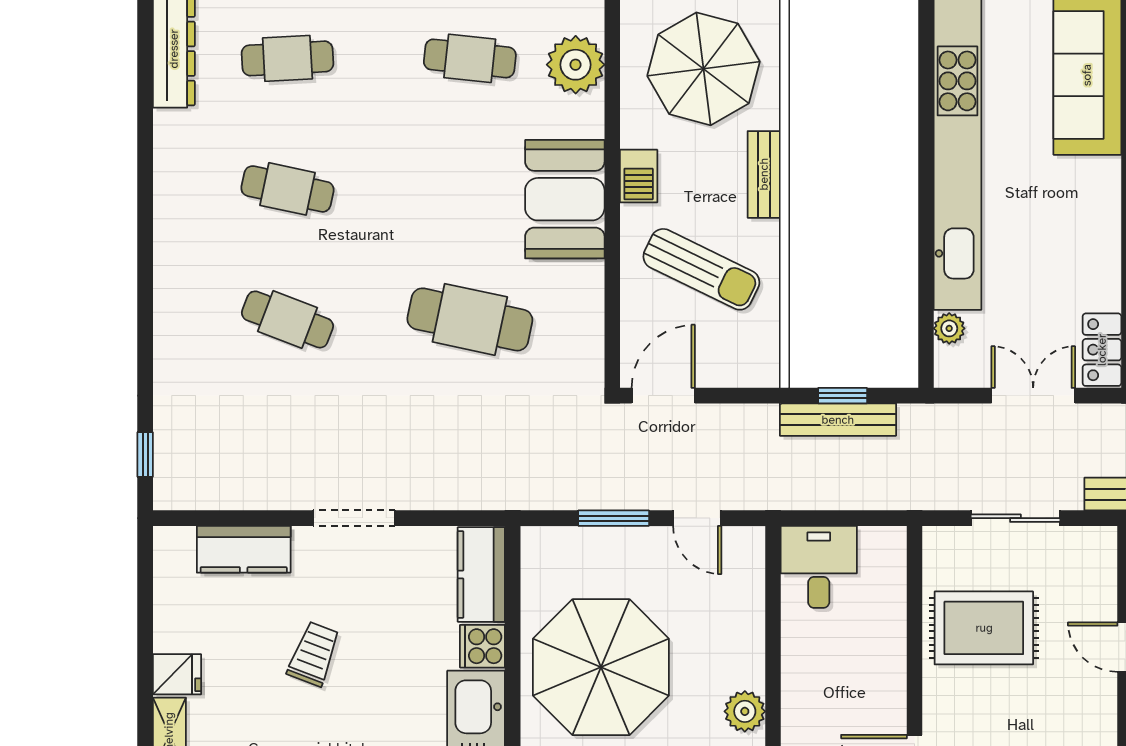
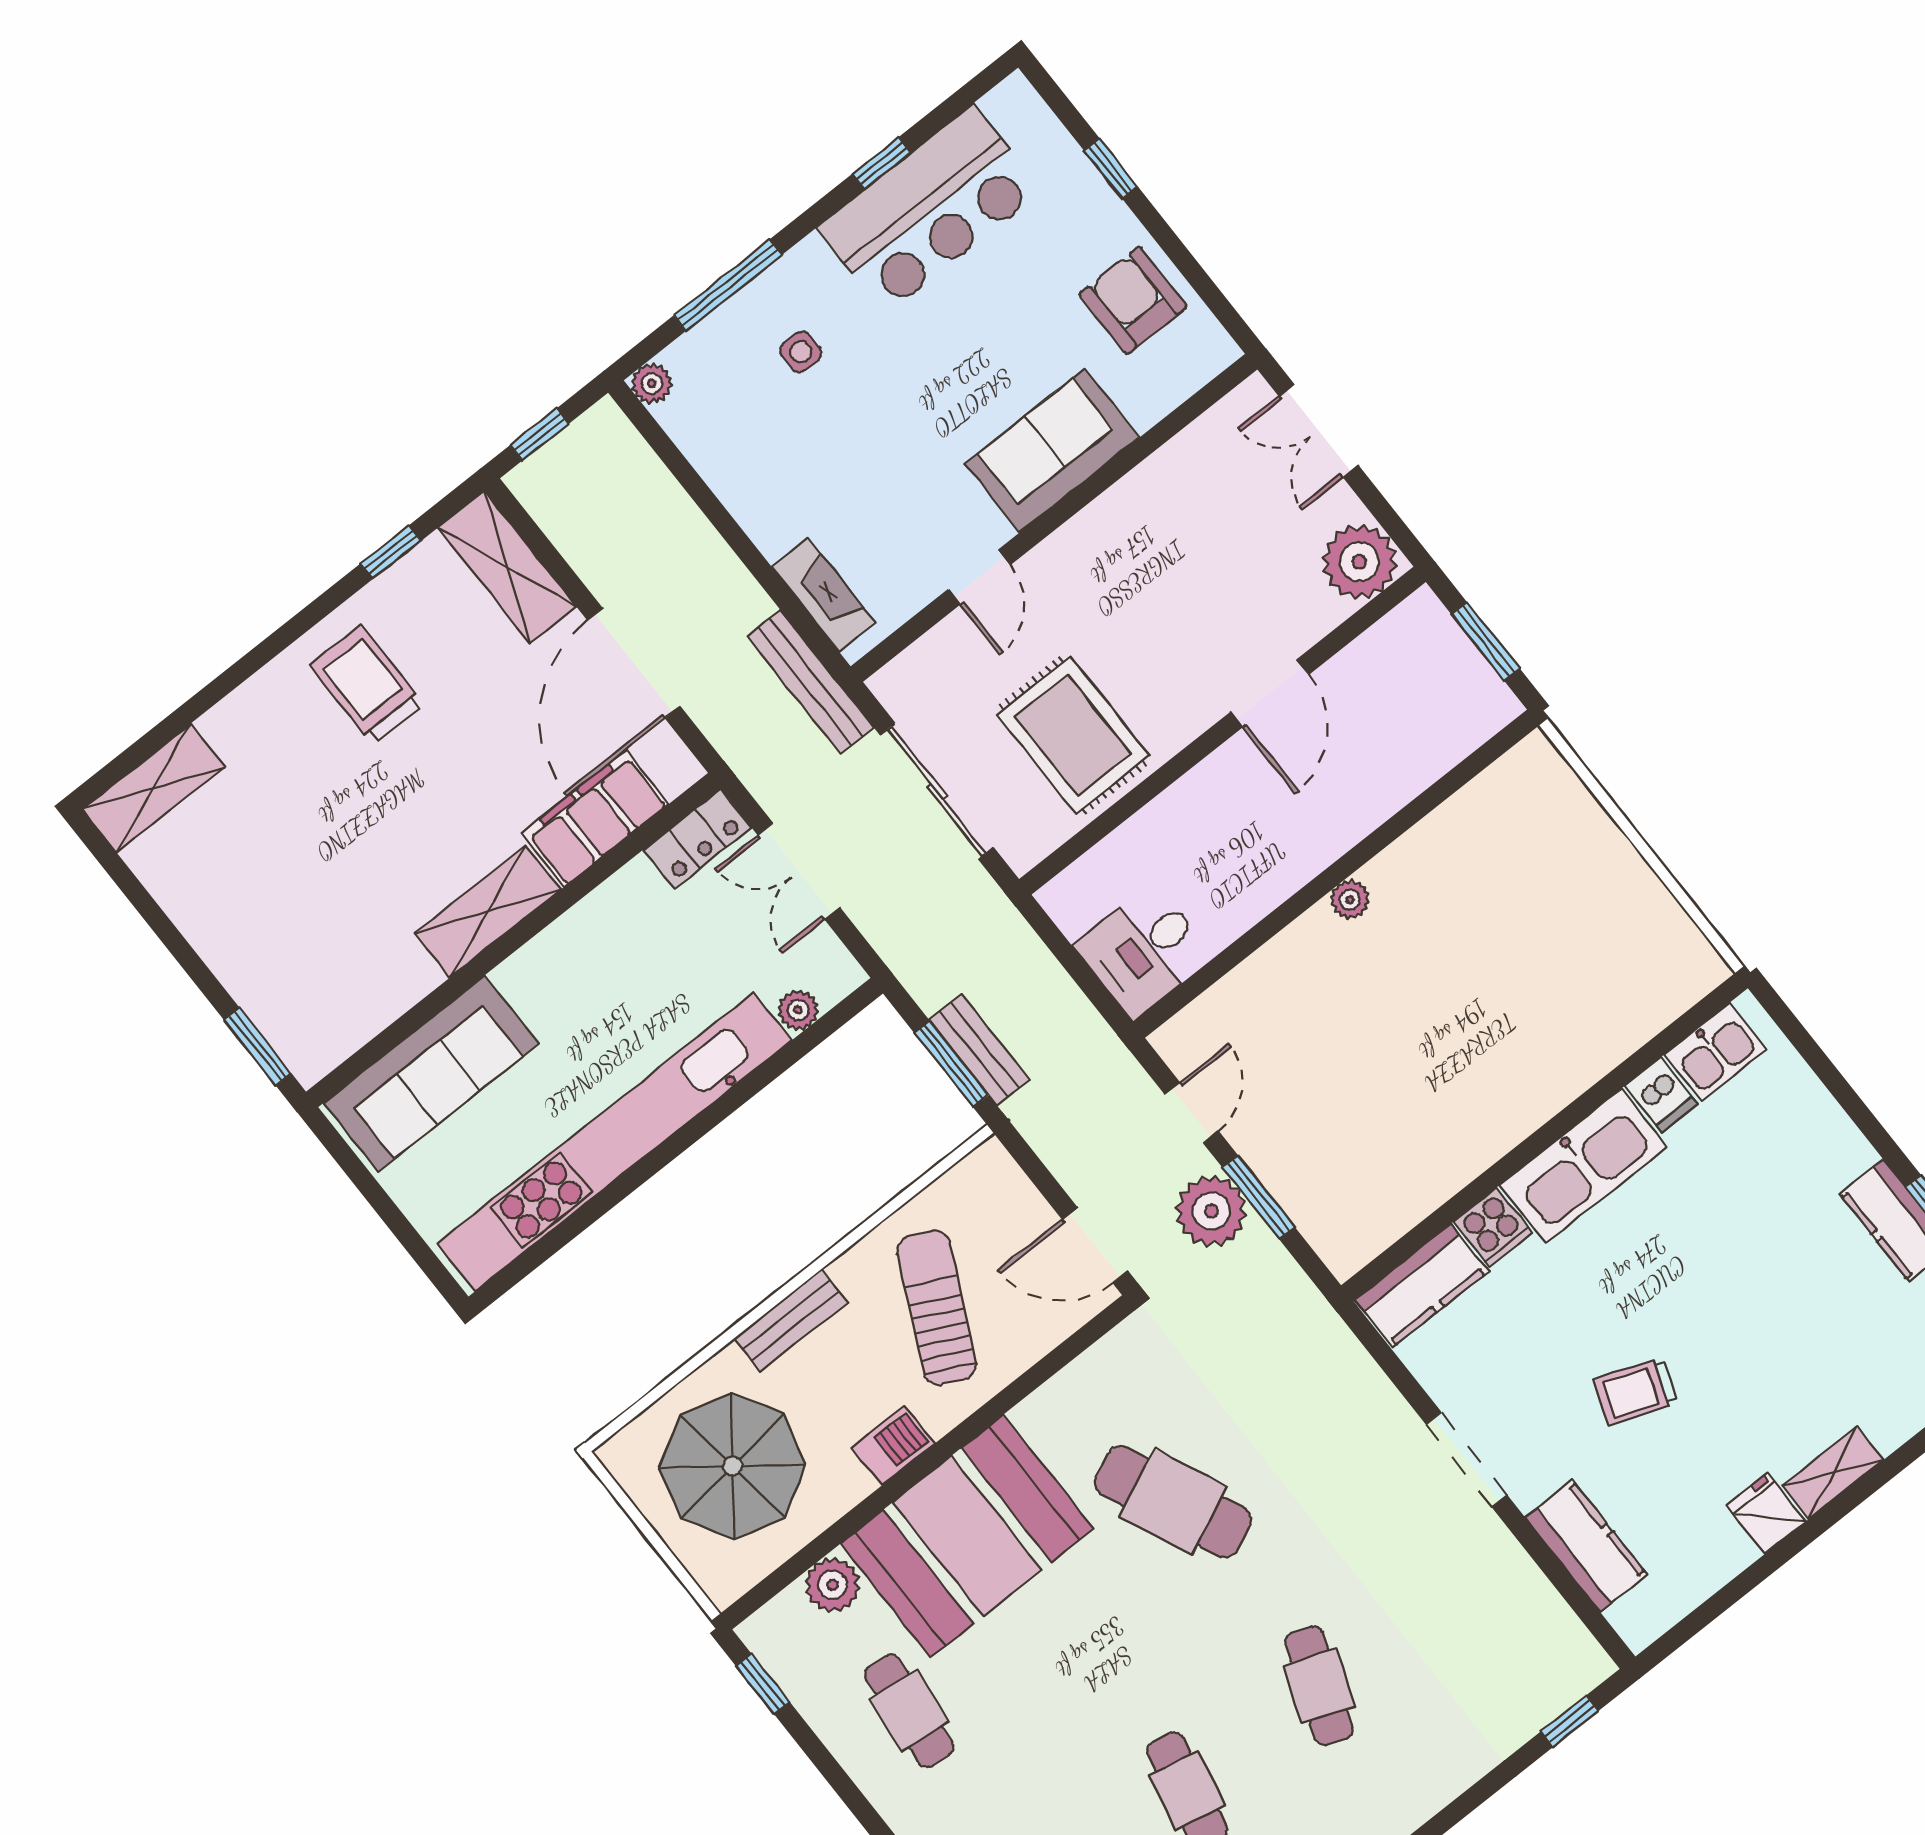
plant: (576, 65) -> (832, 1585), width x0.73, depth x0.73
booth: (565, 199) -> (967, 1536), width x1.36, depth x1.42
cafe table: (470, 319) -> (1173, 1502), turned -36
window: (843, 396) -> (951, 1064), width x1.50
bench: (838, 420) -> (979, 1049), width x0.73
plant: (628, 483) -> (1211, 1211), added
sliding door: (1015, 518) -> (937, 791), width x1.37
parasol: (601, 667) -> (1419, 1091), removed
plant: (745, 711) -> (1350, 900), width x0.73, depth x0.73

